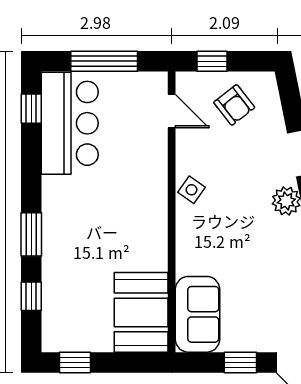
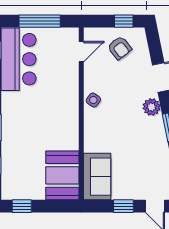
window: (212, 61) -> (124, 21), moved
door: (172, 111) -> (81, 52), hinge flipped

